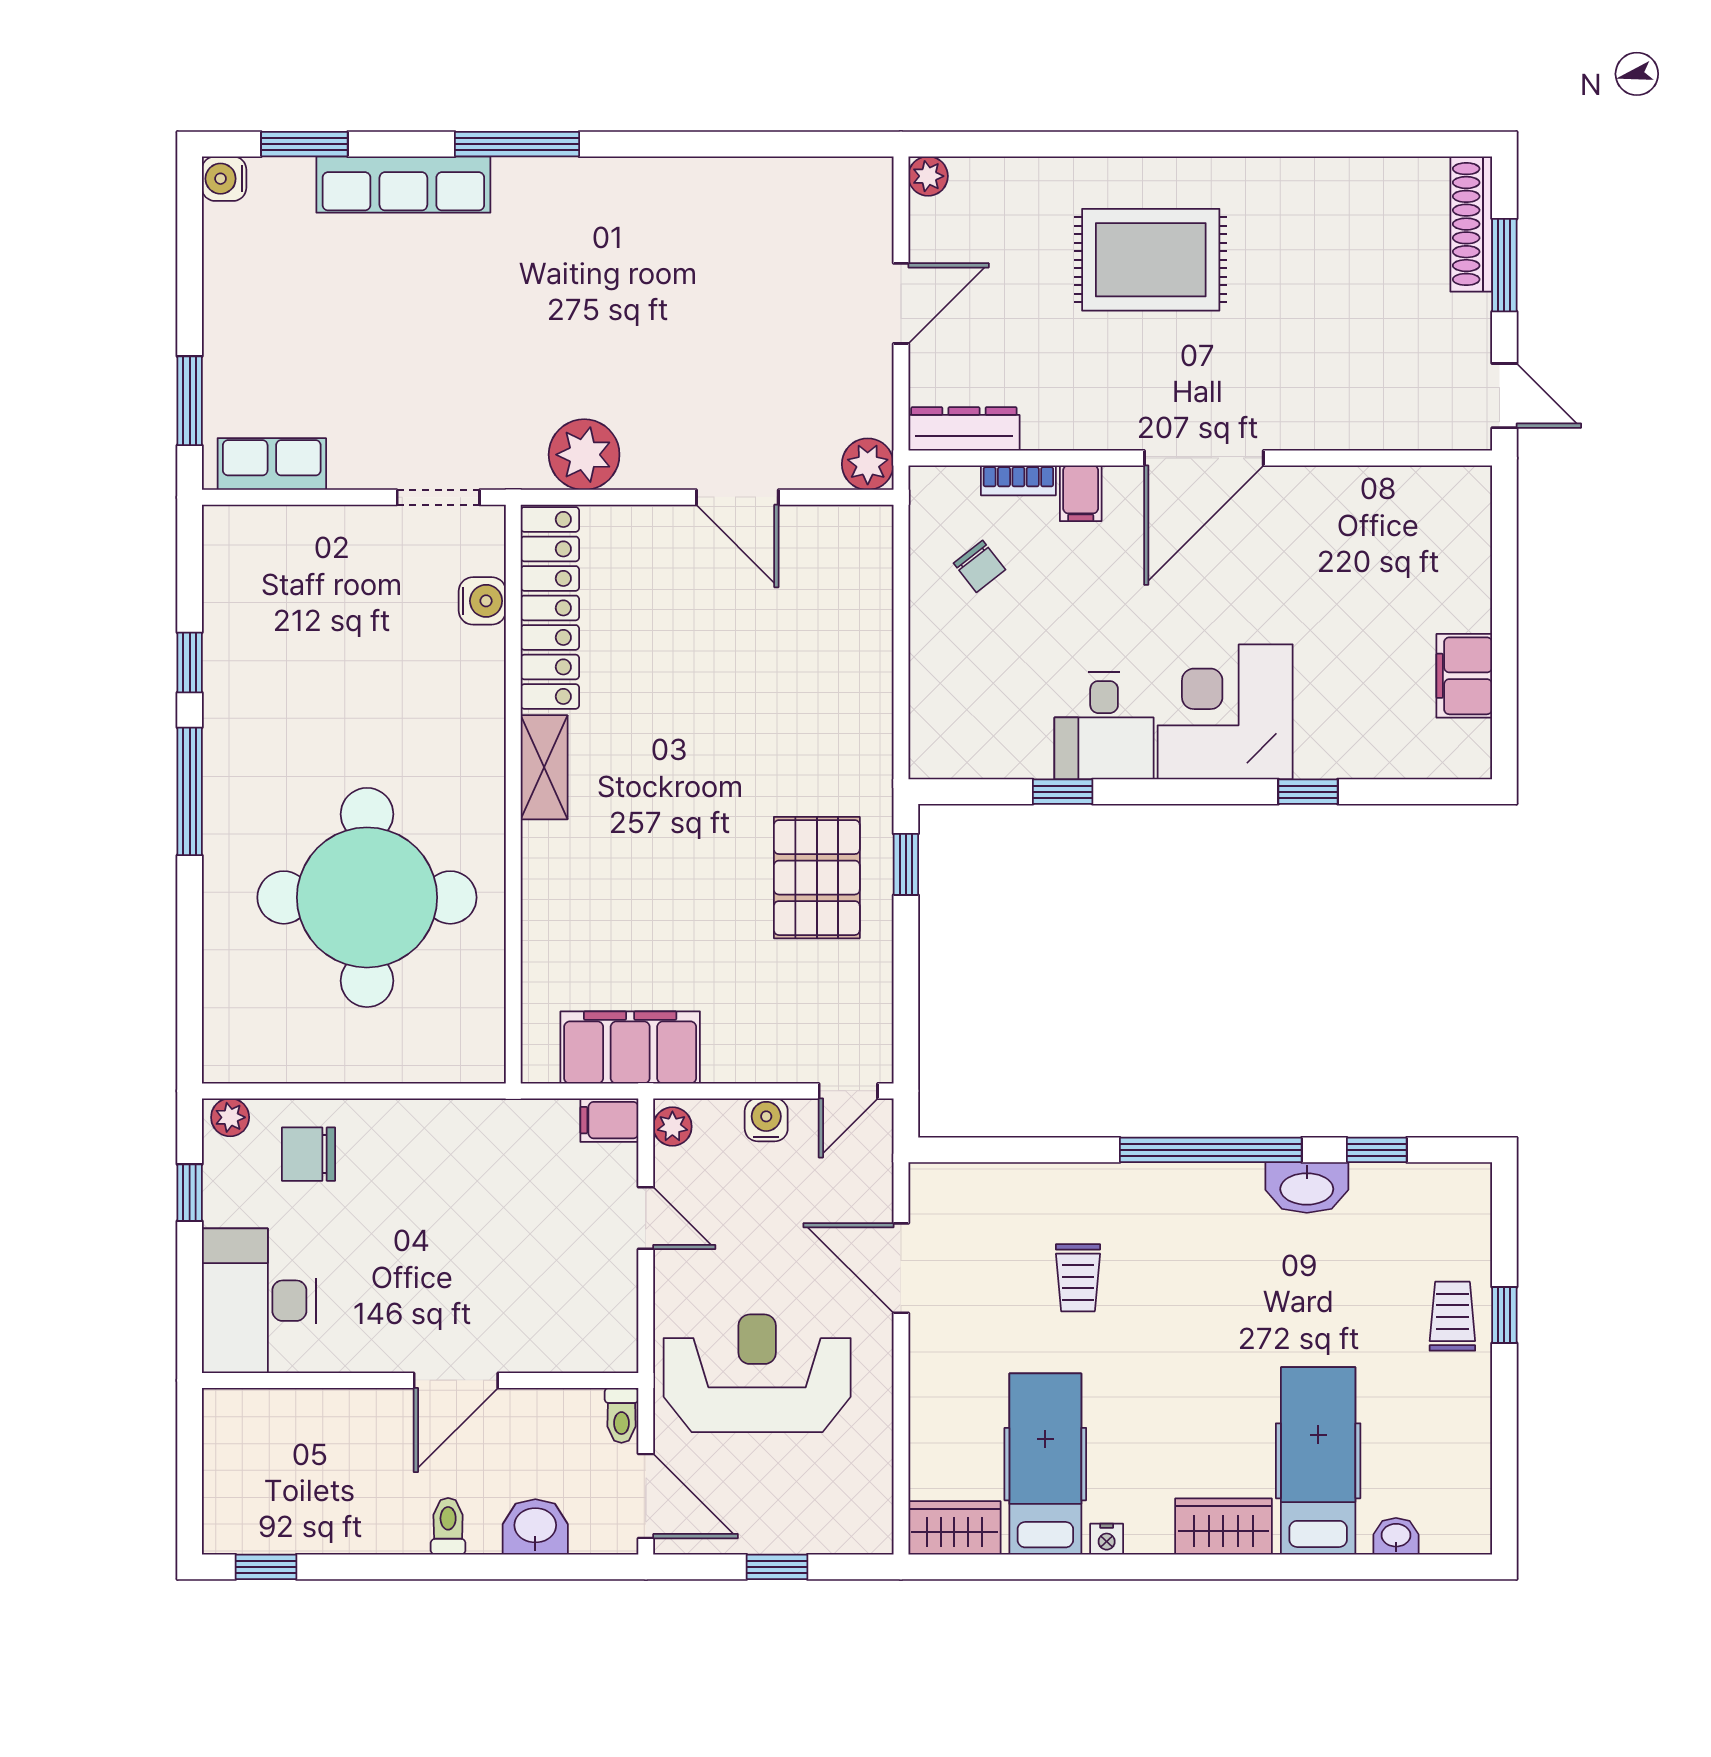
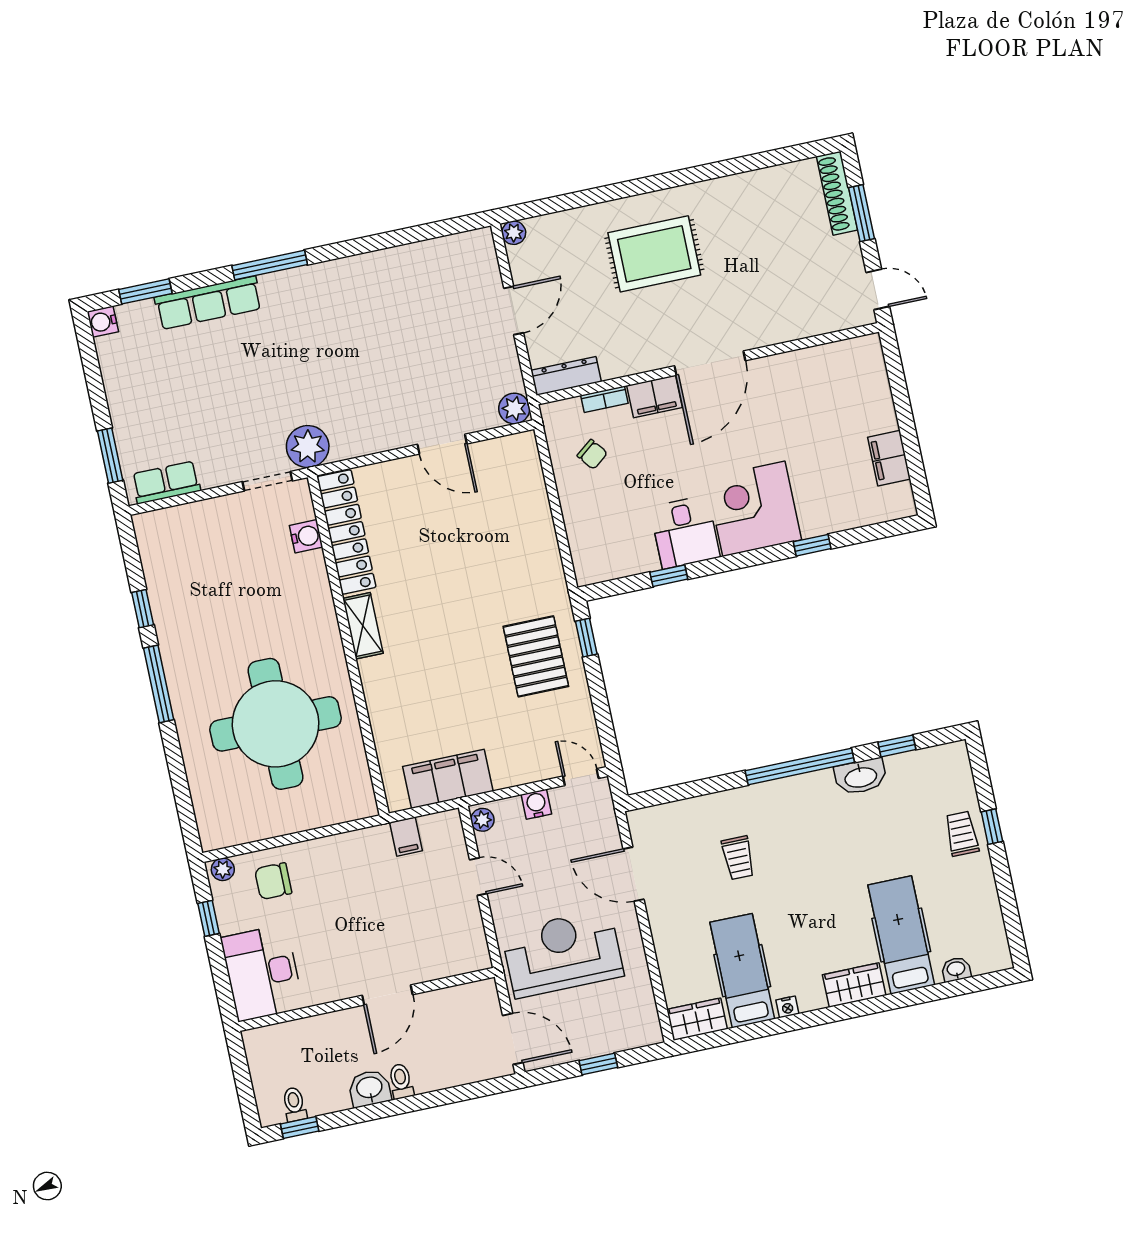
plant: (584, 455) -> (308, 447), moved
filing cabinet: (1081, 493) -> (654, 396), width x2.00
door: (848, 1091) -> (581, 777), swing flipped
filing cabinet: (609, 1120) -> (406, 837), moved, turned -90
toilet: (621, 1415) -> (294, 1104), moved, turned 180
washbasin: (535, 1527) -> (369, 1088), moved

